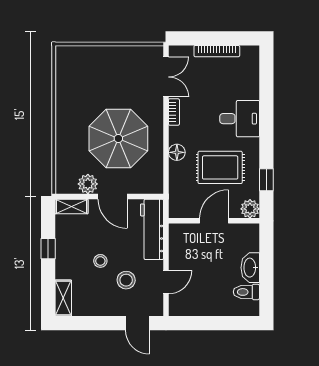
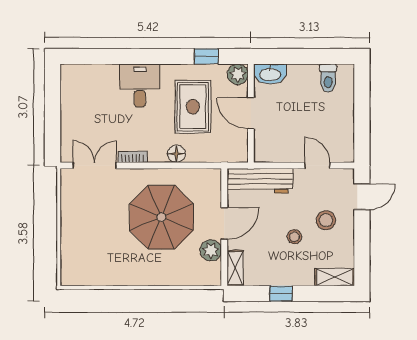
bookcase: (217, 51) -> (66, 110), removed
washbasin: (250, 268) -> (270, 74), moved
stool: (126, 280) -> (326, 220), moved

